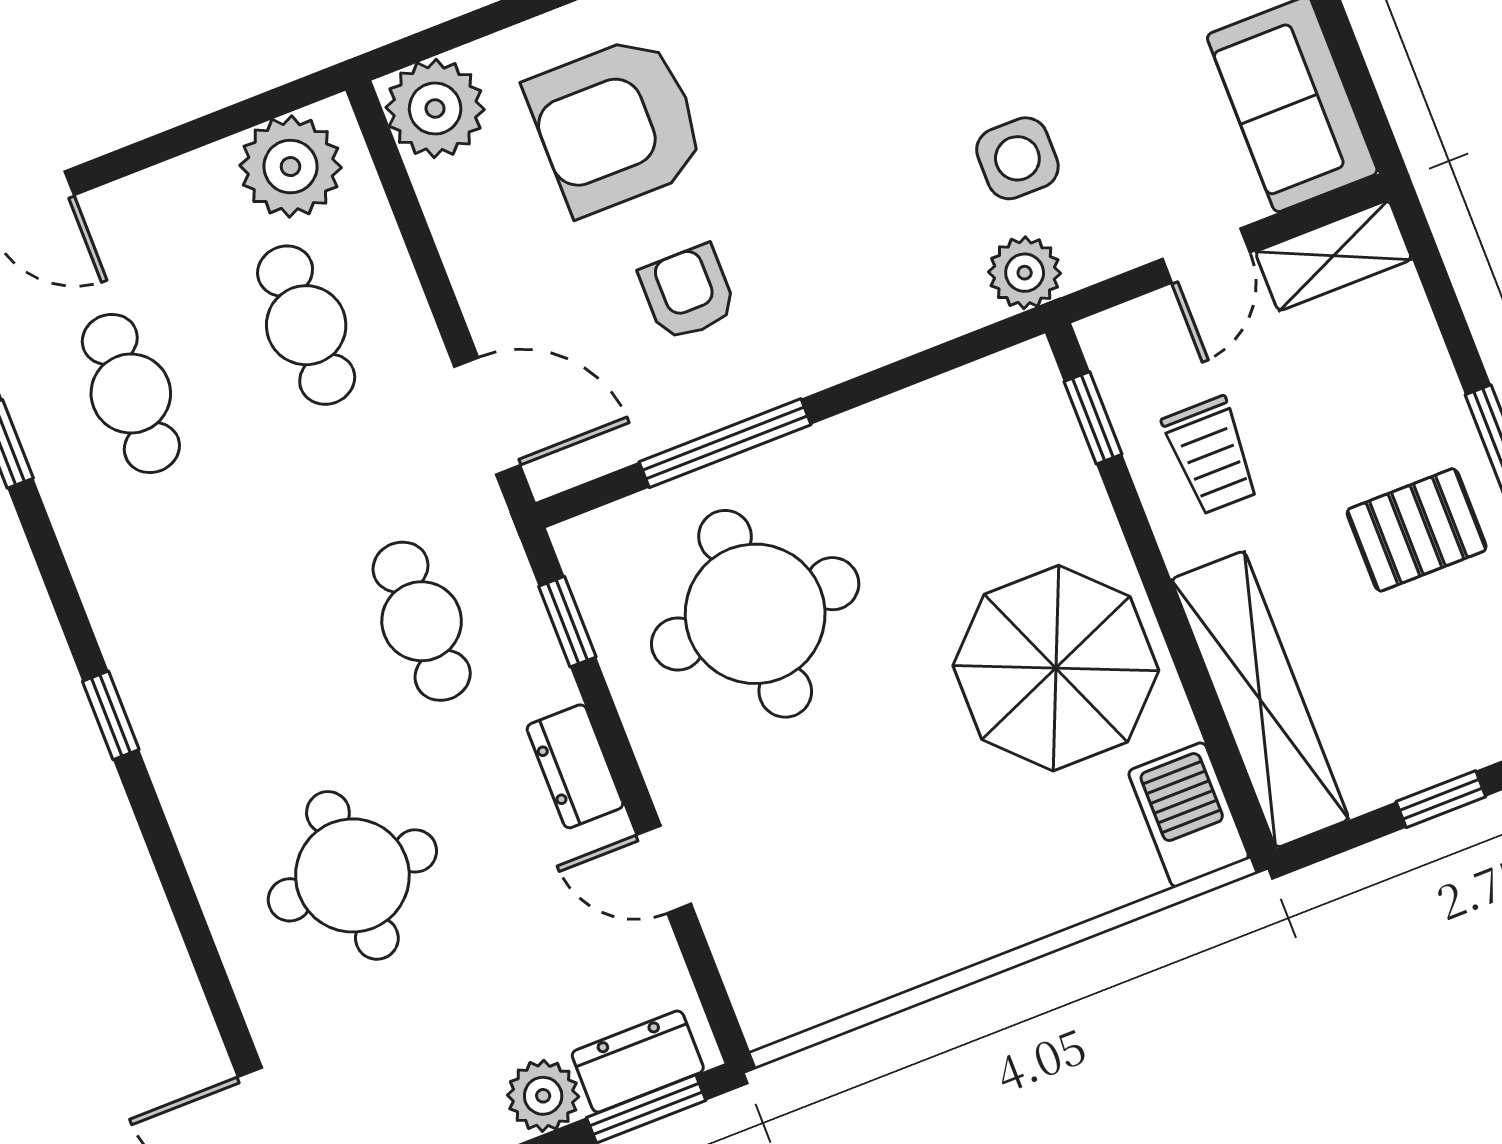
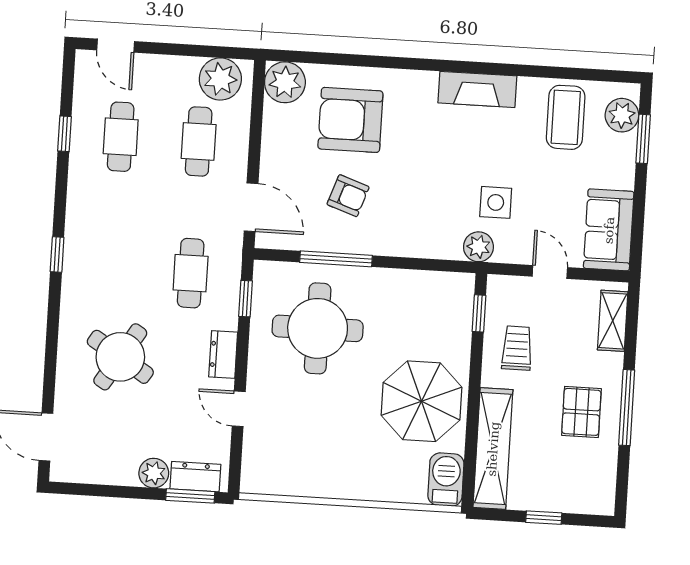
door: (1206, 256) -> (550, 272), swing flipped
shelving: (1334, 256) -> (613, 321), moved, turned 90
armchair: (688, 293) -> (348, 196), turned 109
trolley: (1211, 455) -> (517, 348), turned 180
pallet: (1417, 530) -> (581, 412), turned 90
round table: (352, 875) -> (120, 357), turned 32

